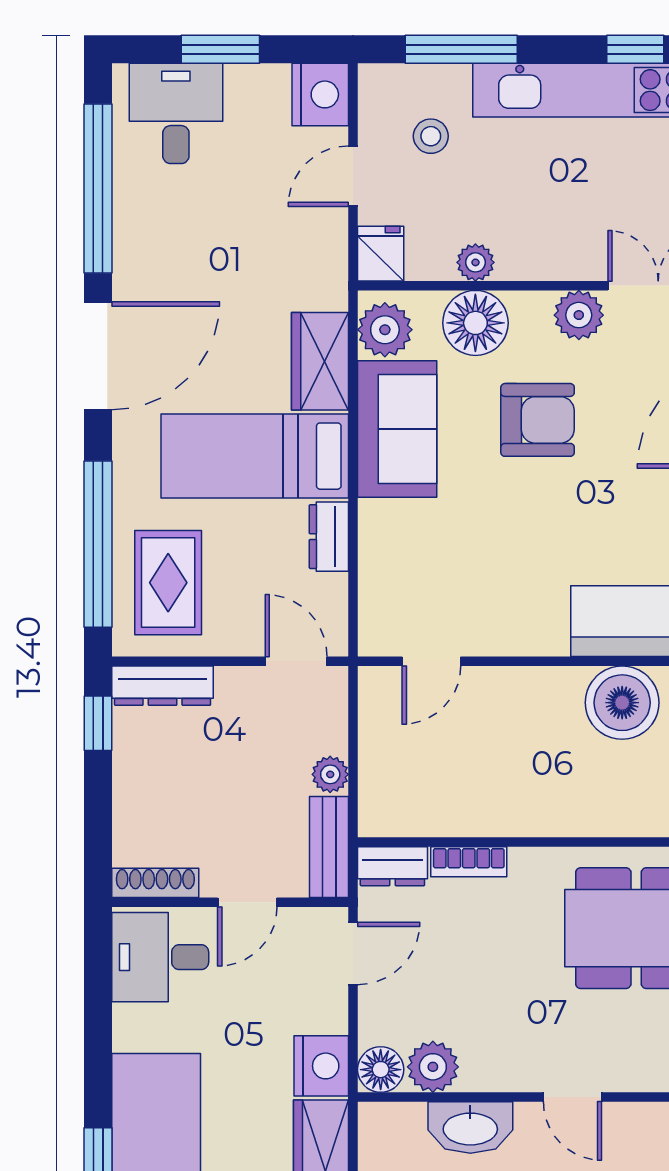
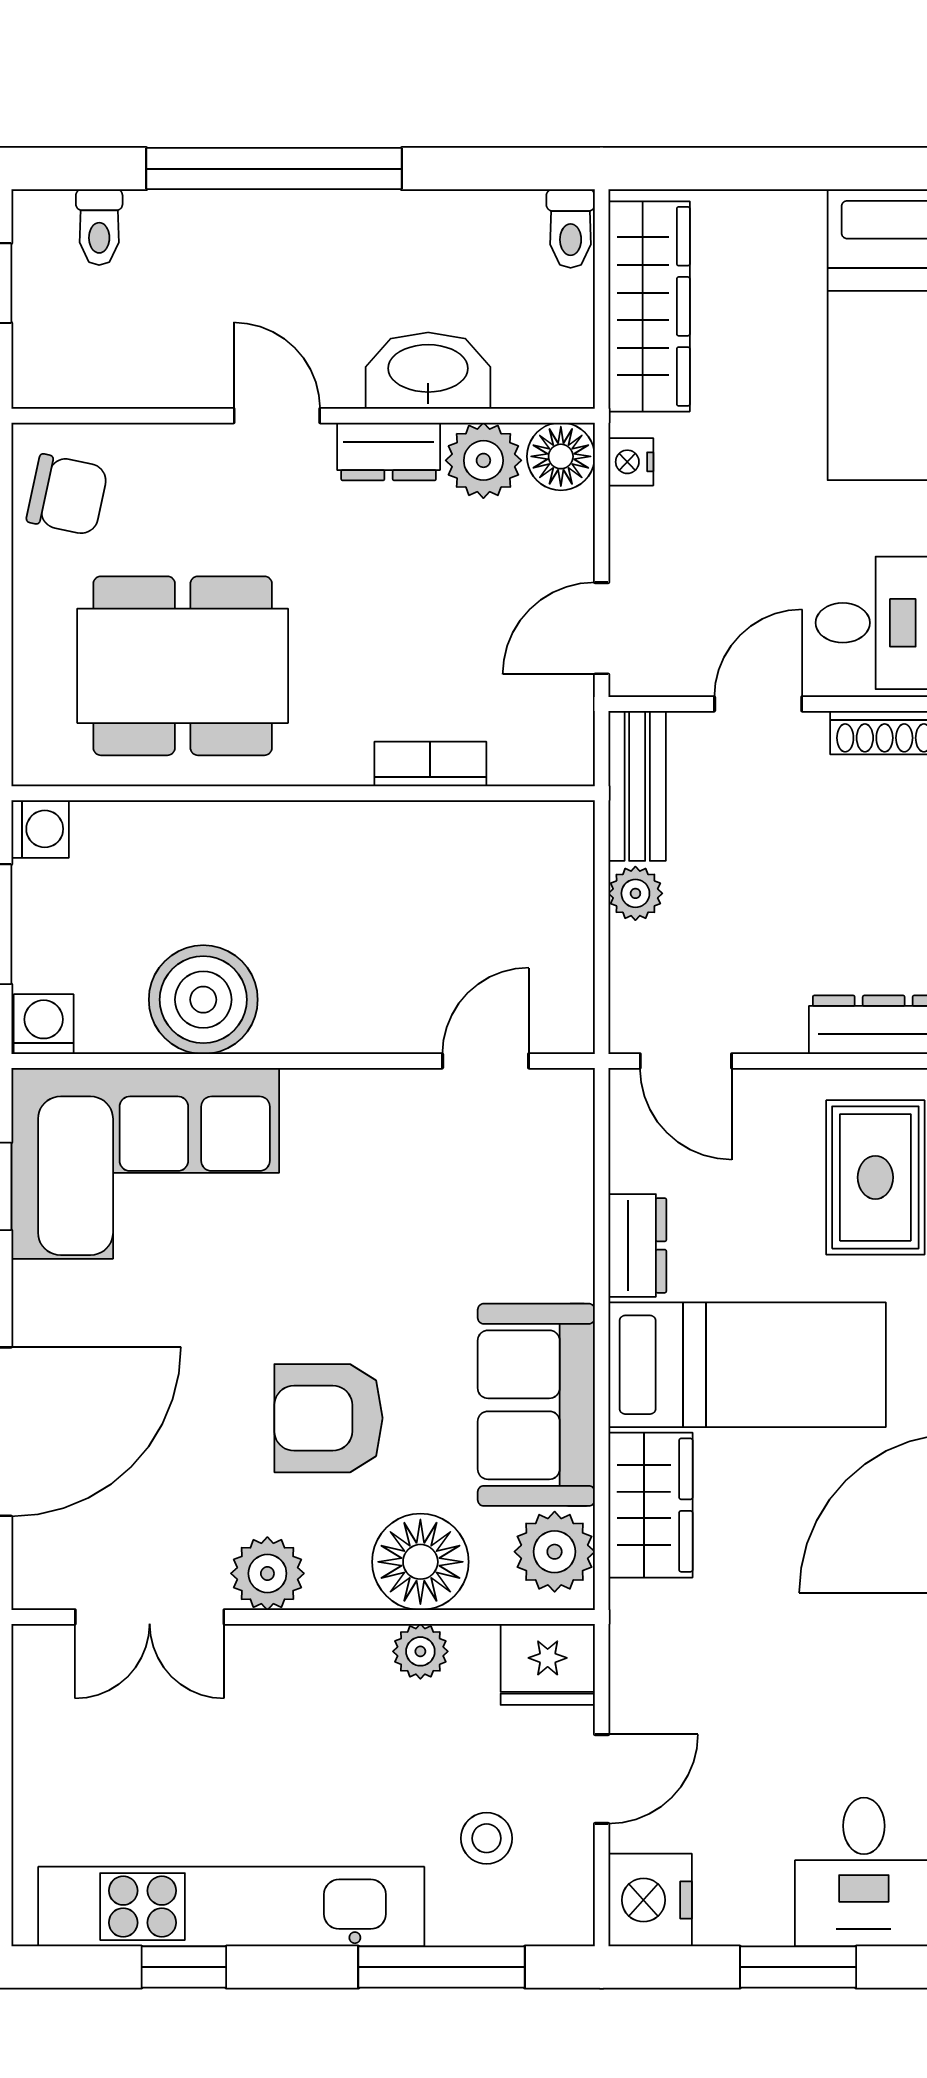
fridge: (381, 254) -> (548, 1664), width x1.38
dresser: (392, 866) -> (389, 451), moved, turned 180
nightstand: (321, 1066) -> (631, 462), width x0.53, depth x0.56

